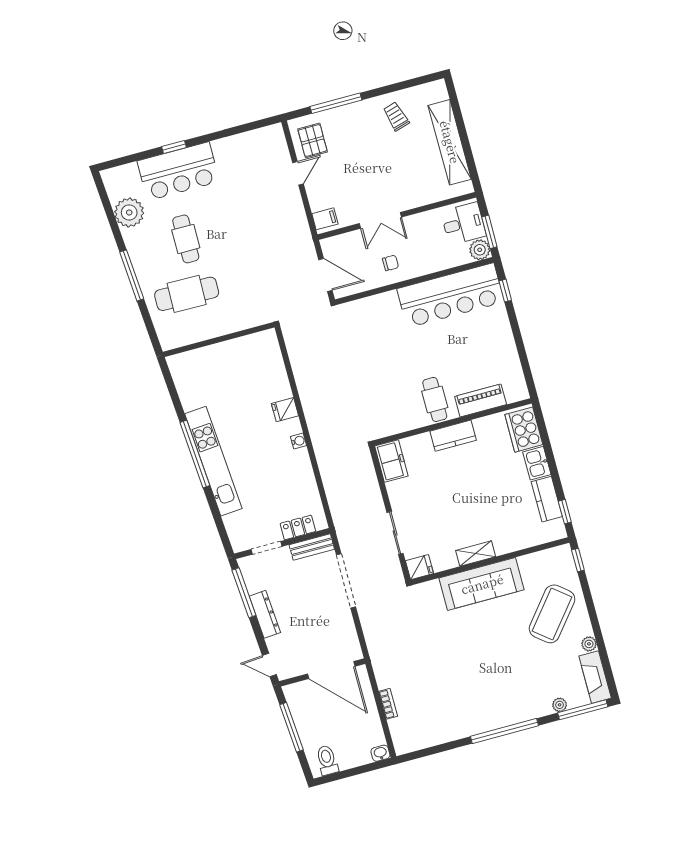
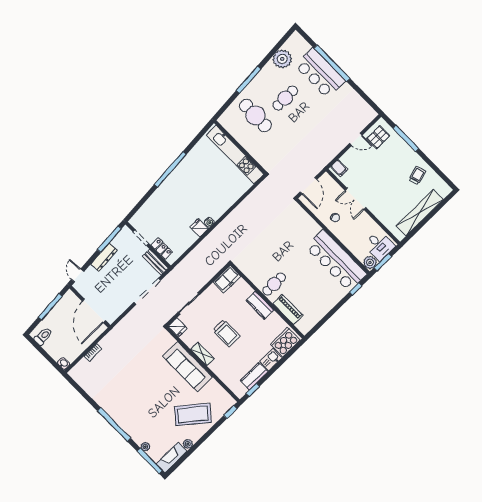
window: (174, 147) -> (332, 63), width x3.17
fridge: (285, 410) -> (199, 228), moved
kitchen unit: (213, 461) -> (235, 155), moved, turned 94
trolley: (465, 504) -> (226, 333), added

